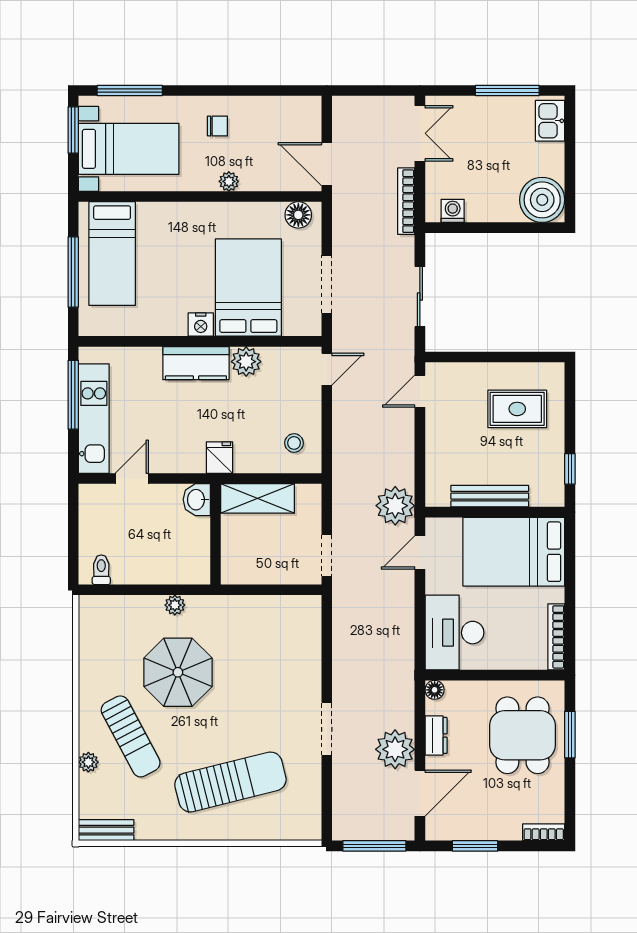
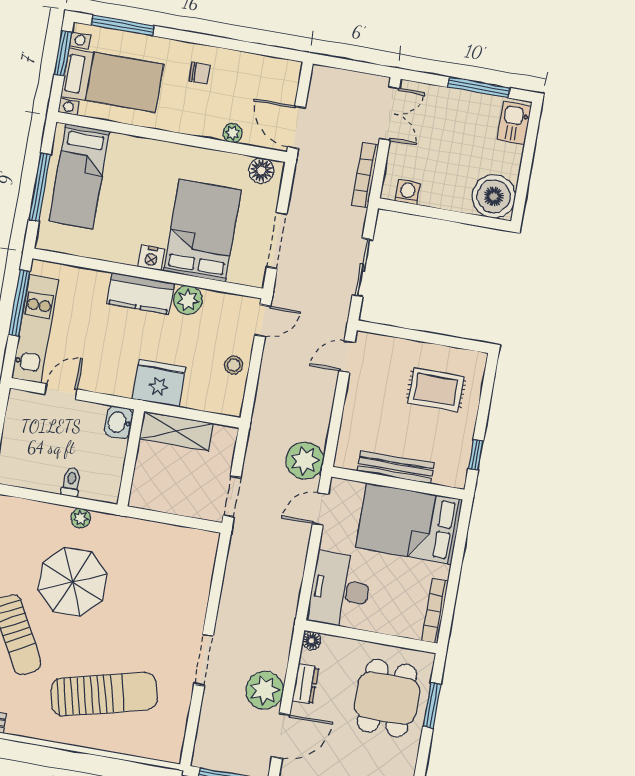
plant: (229, 181) -> (233, 133), moved
stool: (294, 443) -> (234, 365), moved
fridge: (219, 458) -> (159, 383), width x1.88, depth x1.34
toilet: (101, 570) -> (71, 482), moved

